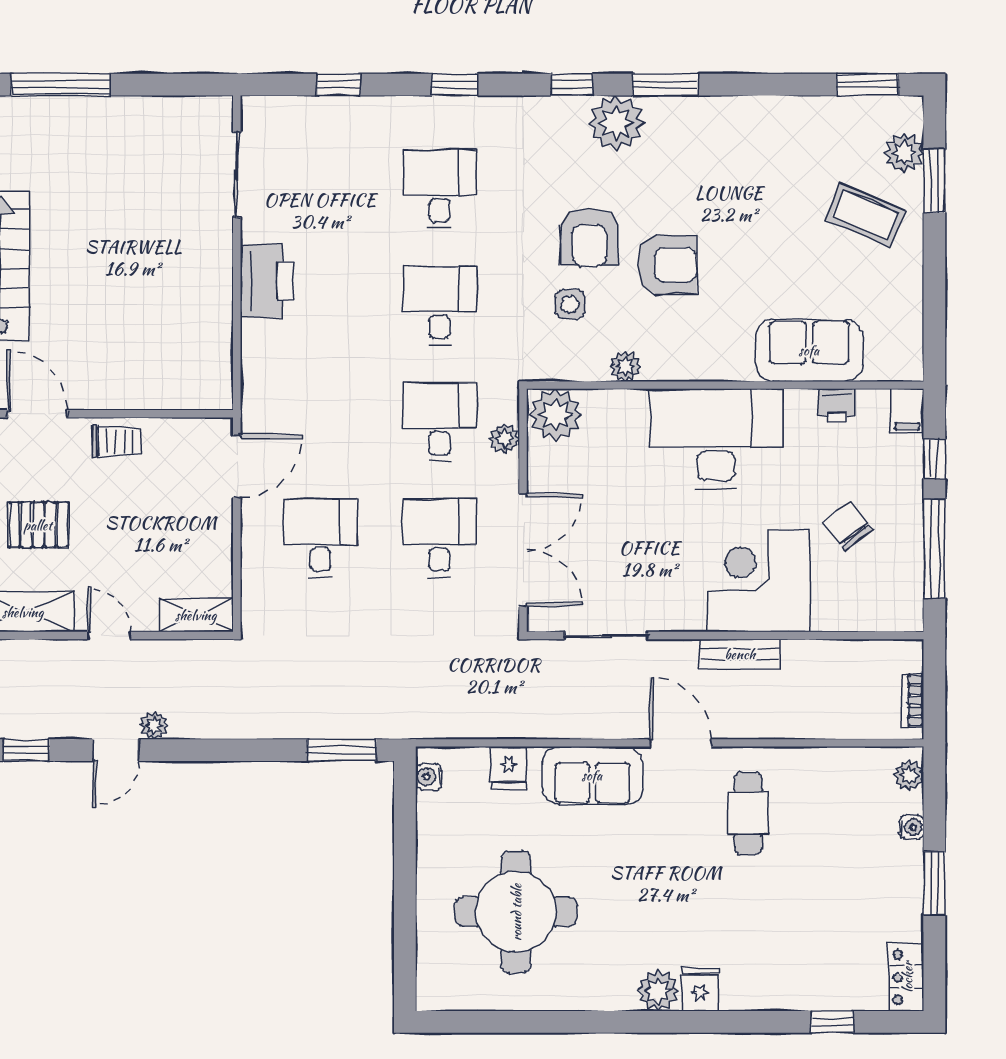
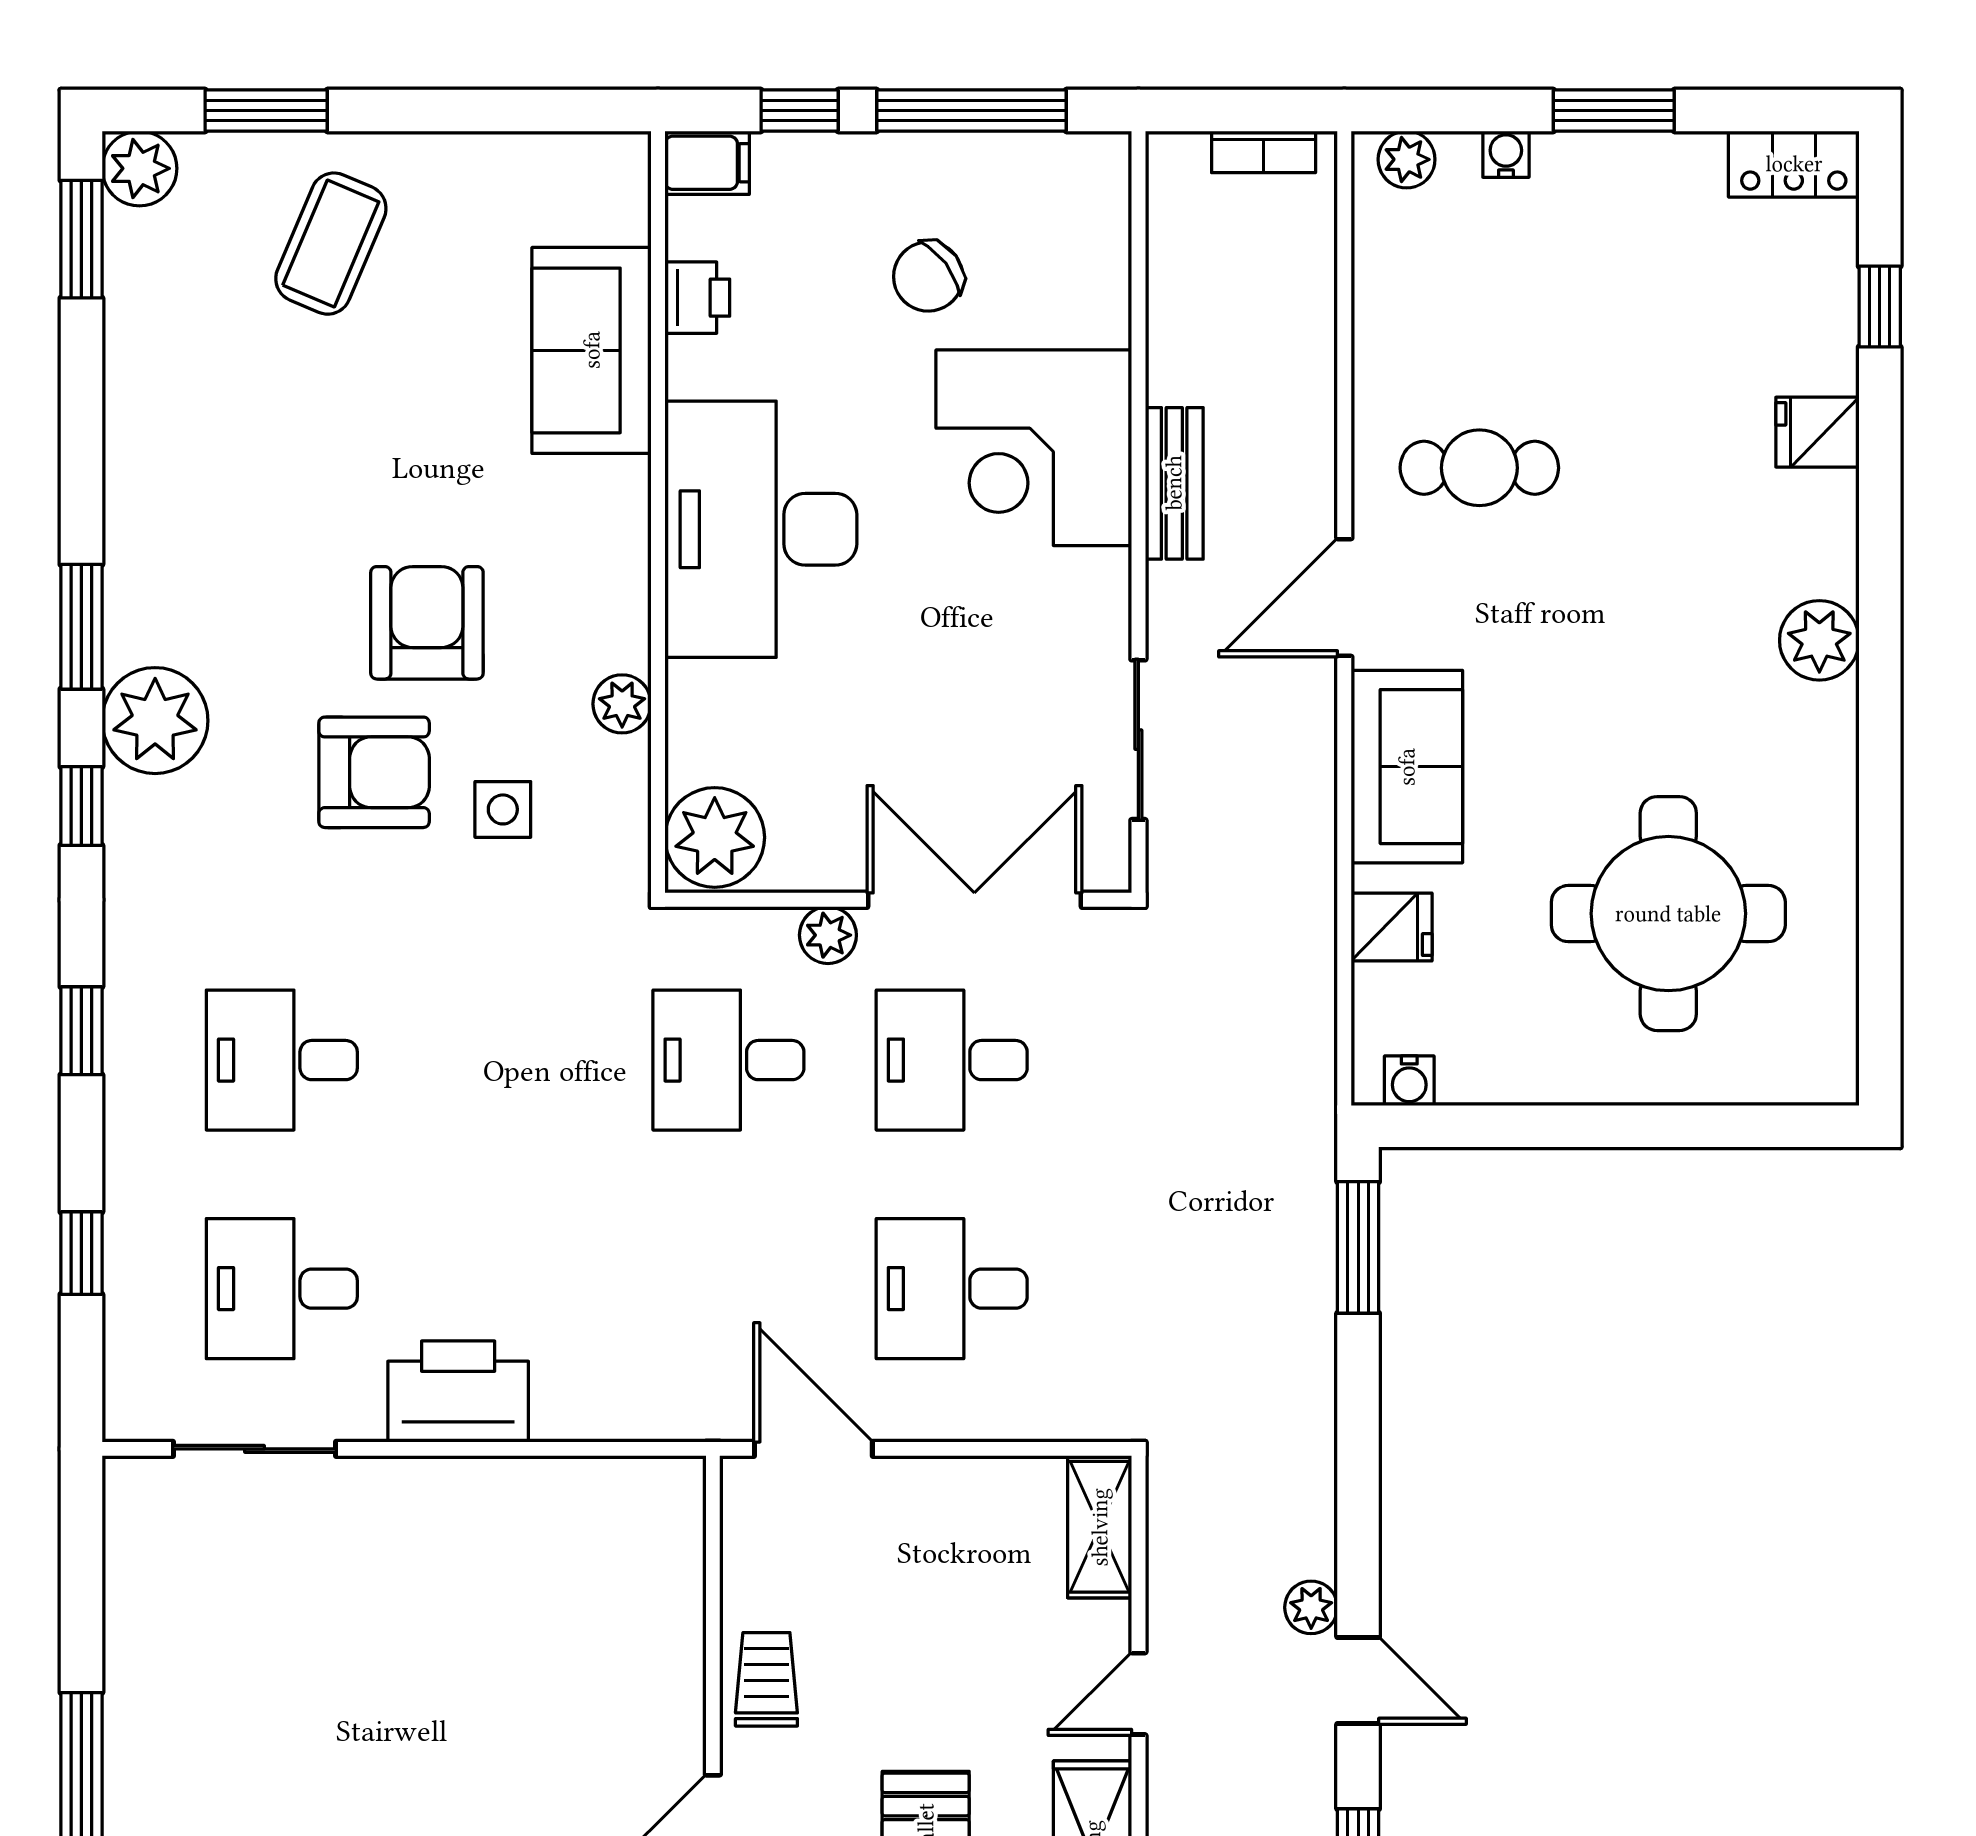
plant: (904, 153) -> (139, 168), moved
desk: (439, 305) -> (282, 1289), moved
plant: (505, 438) -> (828, 935), moved
fridge: (700, 990) -> (1817, 432), moved

